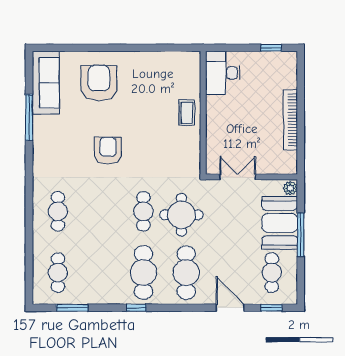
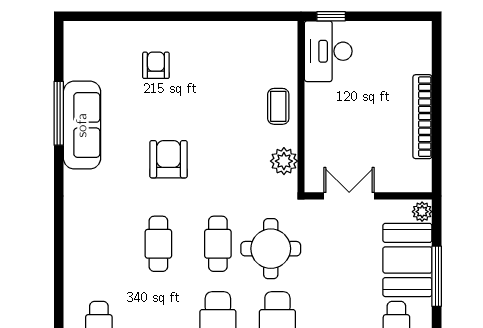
window: (271, 48) -> (331, 16), moved
sofa: (46, 83) -> (82, 125), moved
armchair: (99, 83) -> (156, 65), width x0.53, depth x0.53
plant: (191, 152) -> (284, 161), added
cafe table: (58, 211) -> (158, 244), moved

